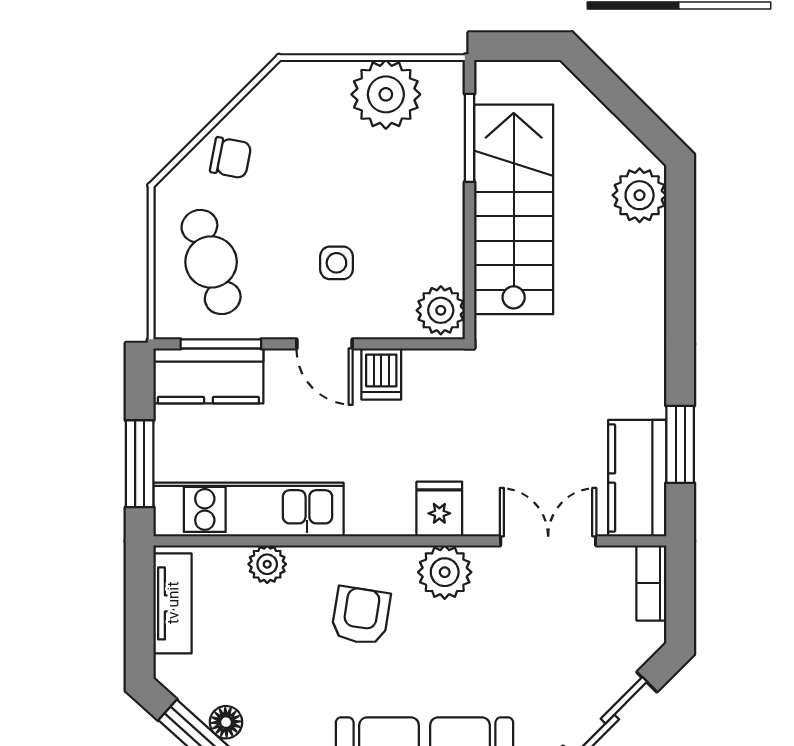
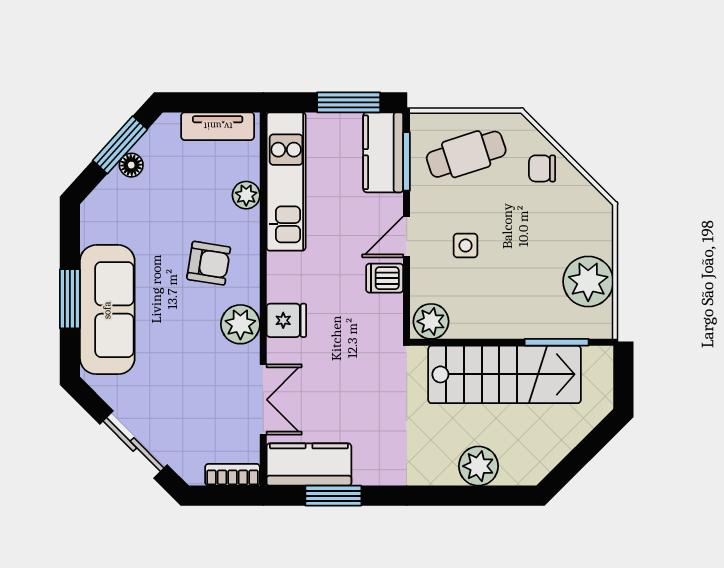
chair: (231, 158) -> (542, 168), turned 79
plant: (640, 195) -> (478, 466), moved
window: (140, 464) -> (349, 102), moved

